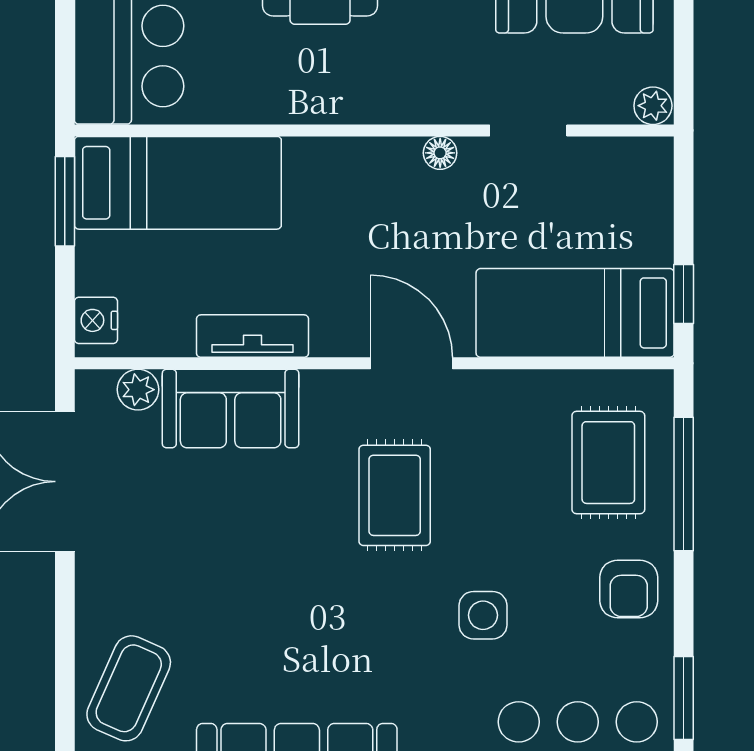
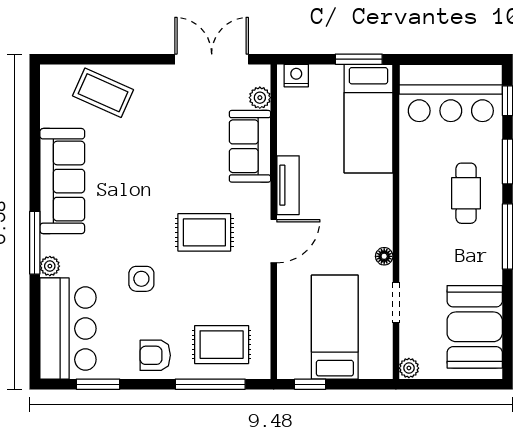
bed: (575, 313) -> (335, 327), moved
tv unit: (253, 336) -> (288, 185), moved

